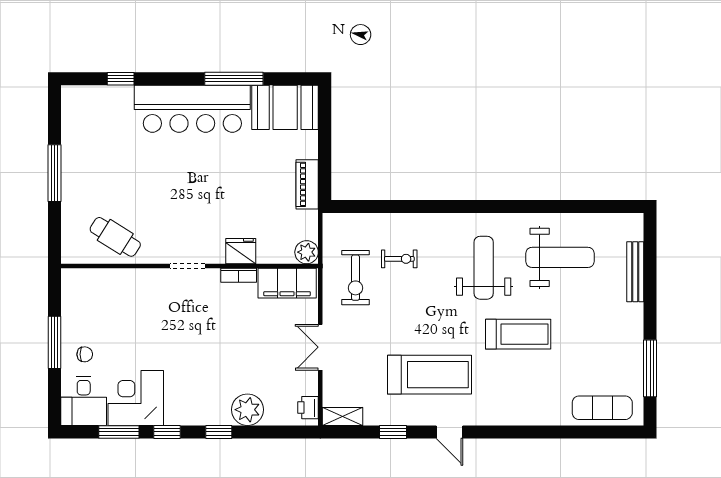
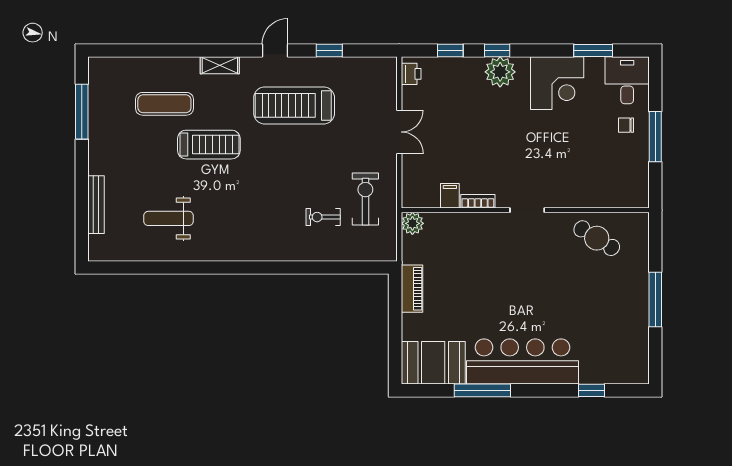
fridge: (241, 251) -> (476, 225), removed
weight bench: (560, 257) -> (169, 218), width x0.73, depth x0.75
weight bench: (484, 268) -> (242, 208), removed
filing cabinet: (287, 283) -> (450, 196), width x0.33, depth x0.86
treadmill: (518, 334) -> (209, 145), turned 180
corner desk: (136, 398) -> (557, 83), moved
exercise mat: (602, 408) -> (164, 104), moved
plant: (247, 410) -> (500, 72), moved
shelving: (343, 416) -> (220, 65), moved
window: (167, 432) -> (450, 50), moved
door: (449, 432) -> (275, 50), hinge flipped

